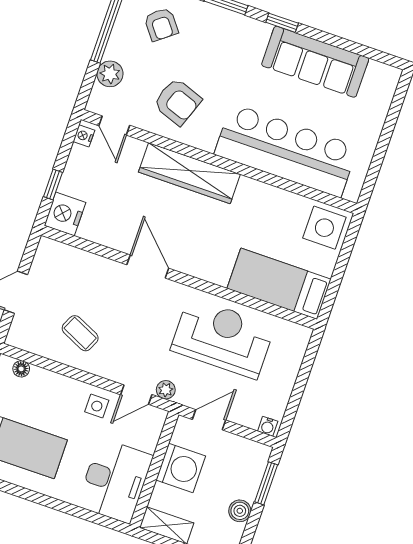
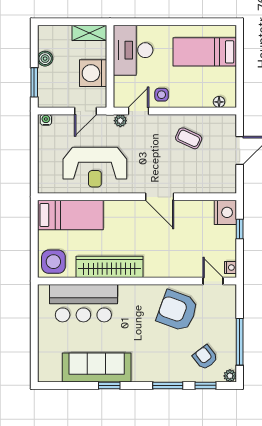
window: (282, 23) -> (109, 385), moved
plant: (110, 74) -> (227, 314), removed
armchair: (177, 102) -> (177, 311), width x1.36, depth x1.36
bar counter: (286, 150) -> (83, 303), width x0.73
wardrobe: (189, 173) -> (109, 267), moved

